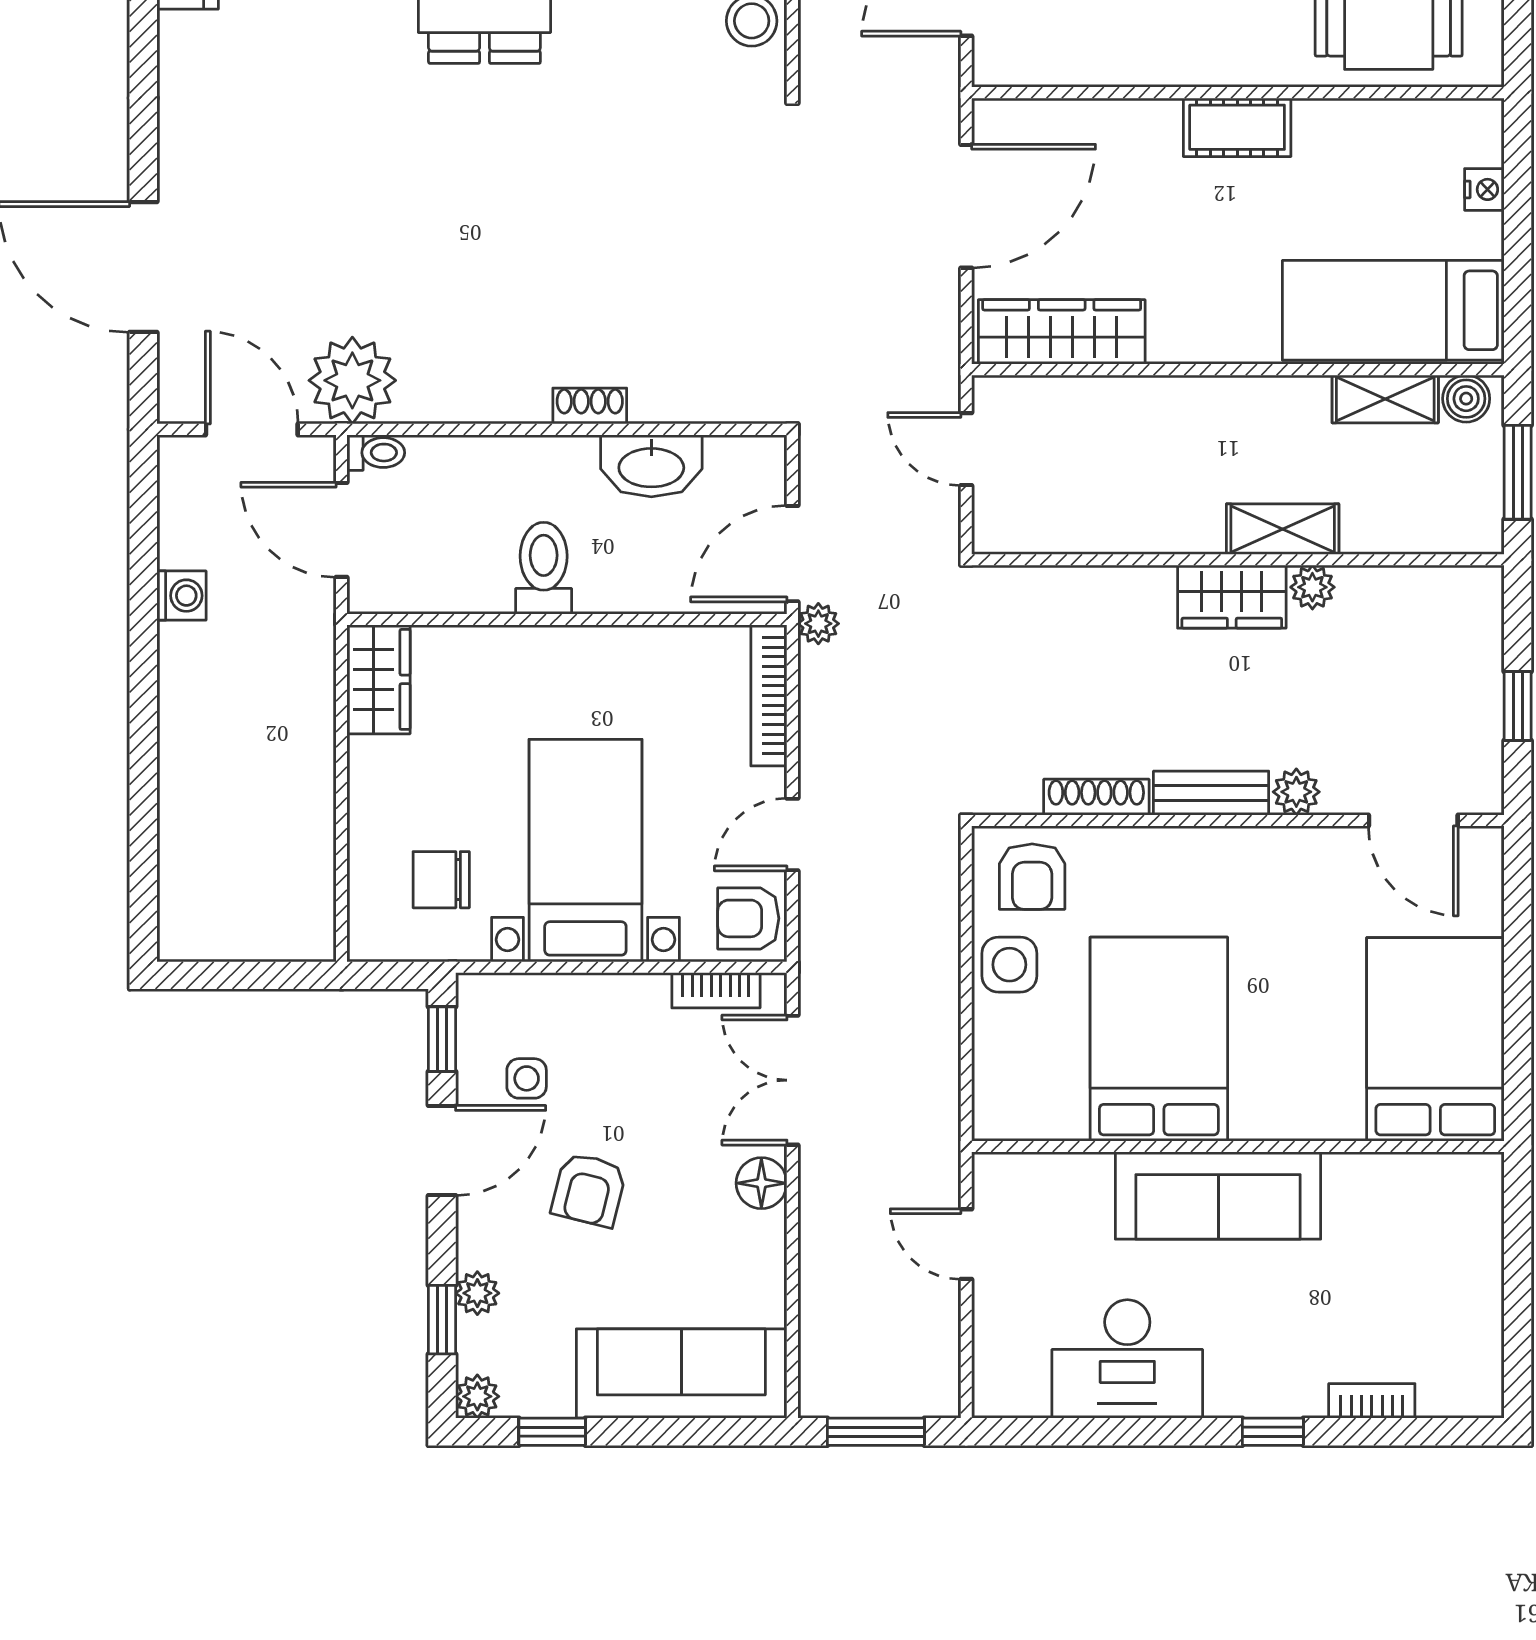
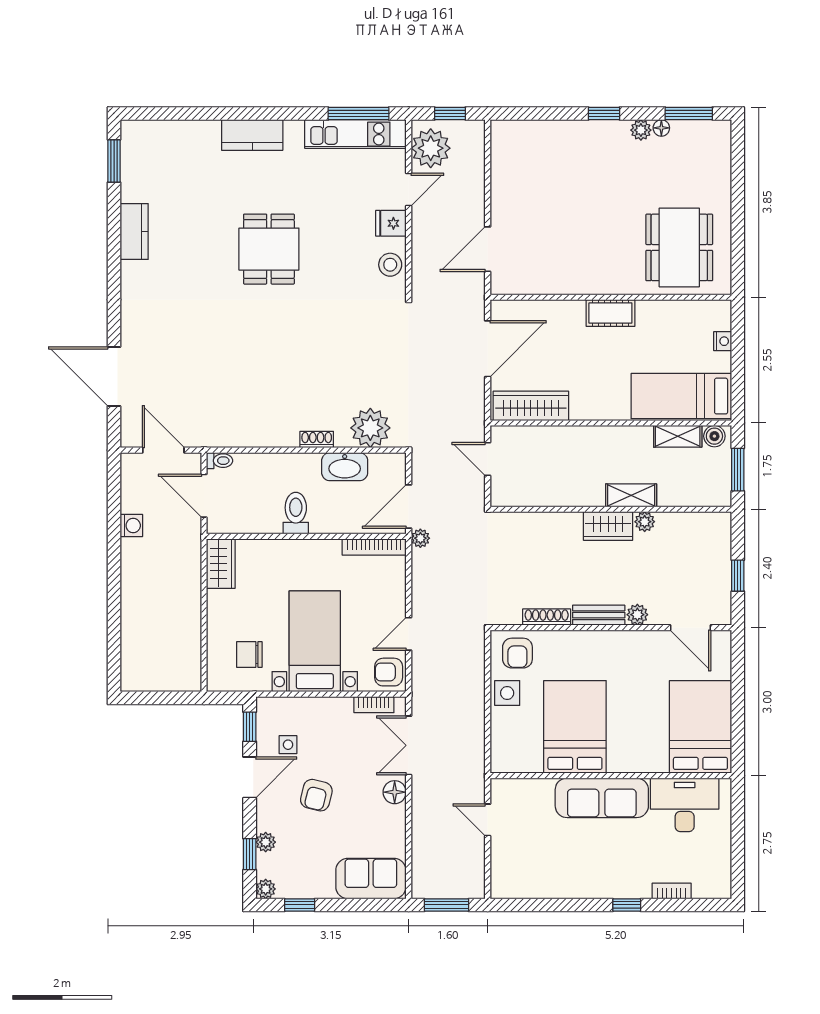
plant: (352, 380) -> (370, 428), moved
bookcase: (769, 695) -> (374, 547), moved, turned -90
desk: (1127, 1359) -> (685, 805), moved, turned 180
sofa: (681, 1373) -> (371, 879), width x0.73

